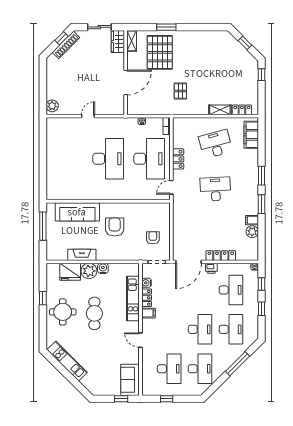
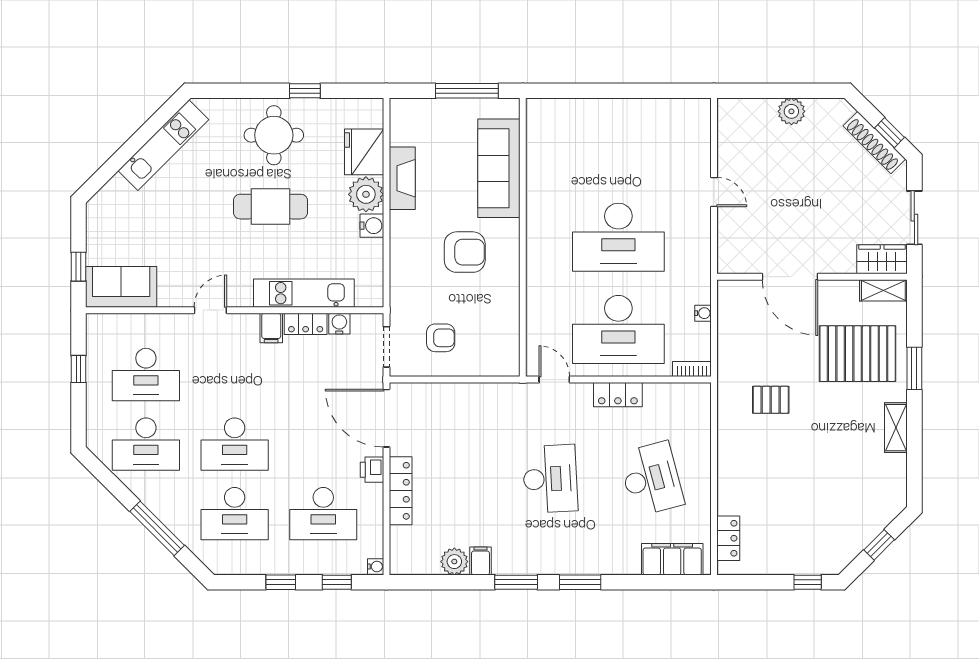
plant: (52, 106) -> (791, 111), moved
shelving: (220, 110) -> (896, 428), moved

